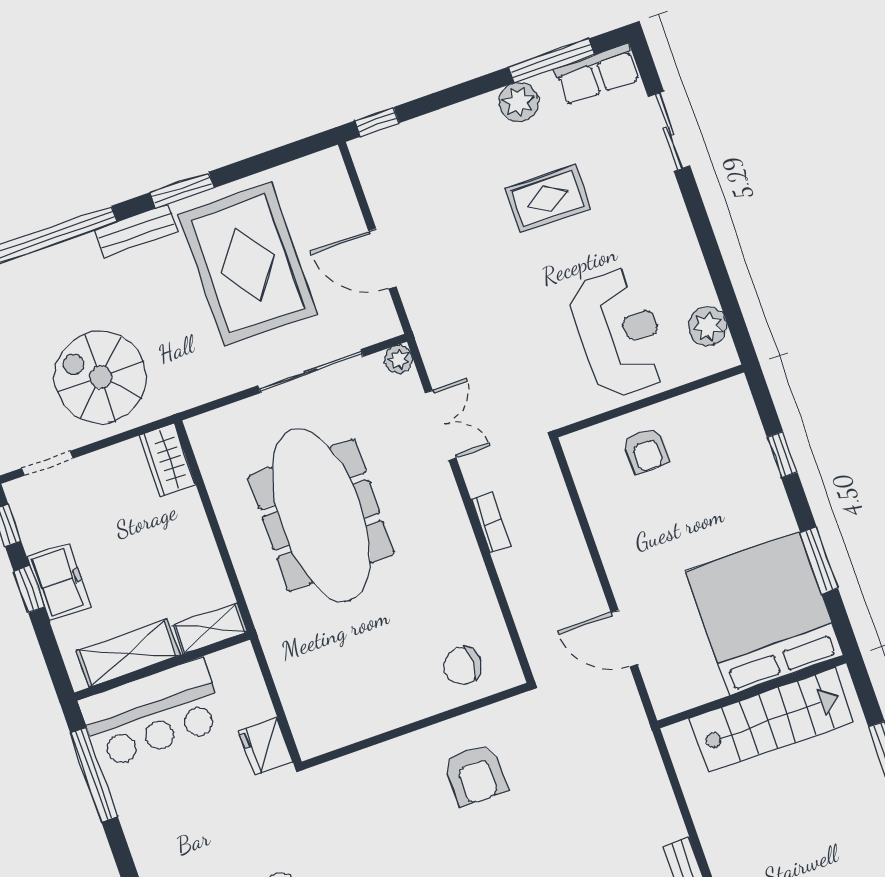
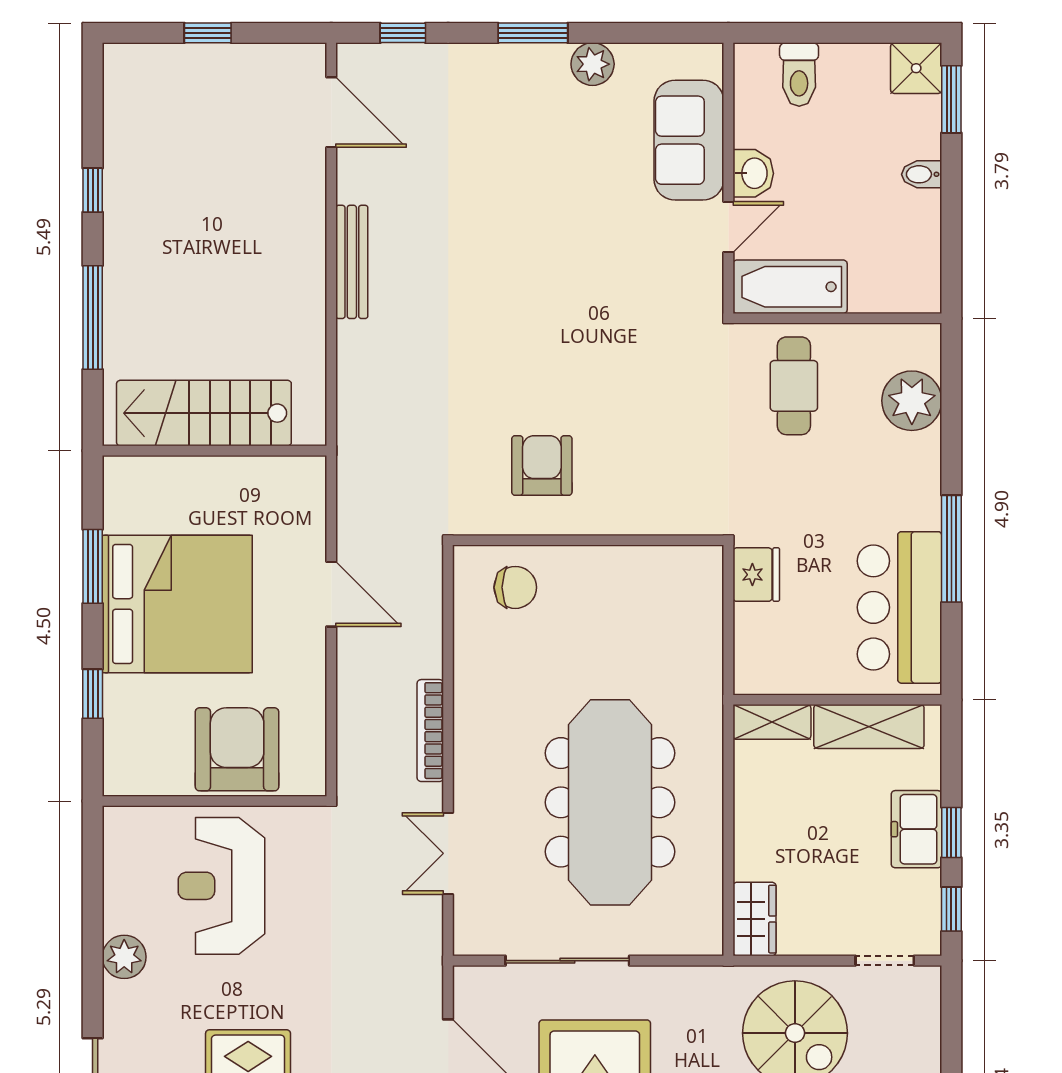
plant: (708, 326) -> (124, 957), moved
plant: (399, 359) -> (468, 940), removed
armchair: (646, 451) -> (237, 749), width x1.88, depth x1.88
bookcase: (491, 522) -> (430, 731), width x1.56
bed: (764, 613) -> (177, 604), moved, turned -90
door: (624, 638) -> (331, 594), moved
bar counter: (152, 713) -> (899, 607), moved, turned -90
window: (94, 775) -> (951, 549), moved

